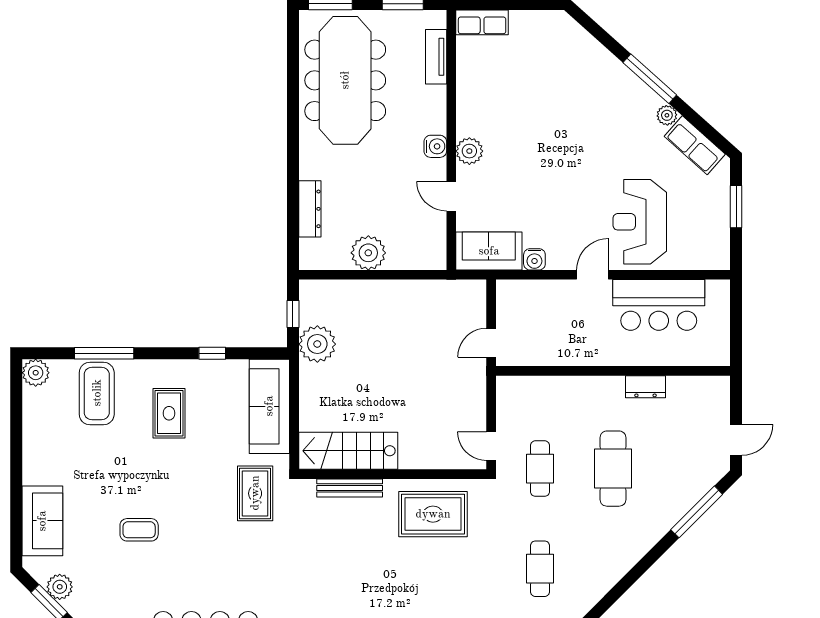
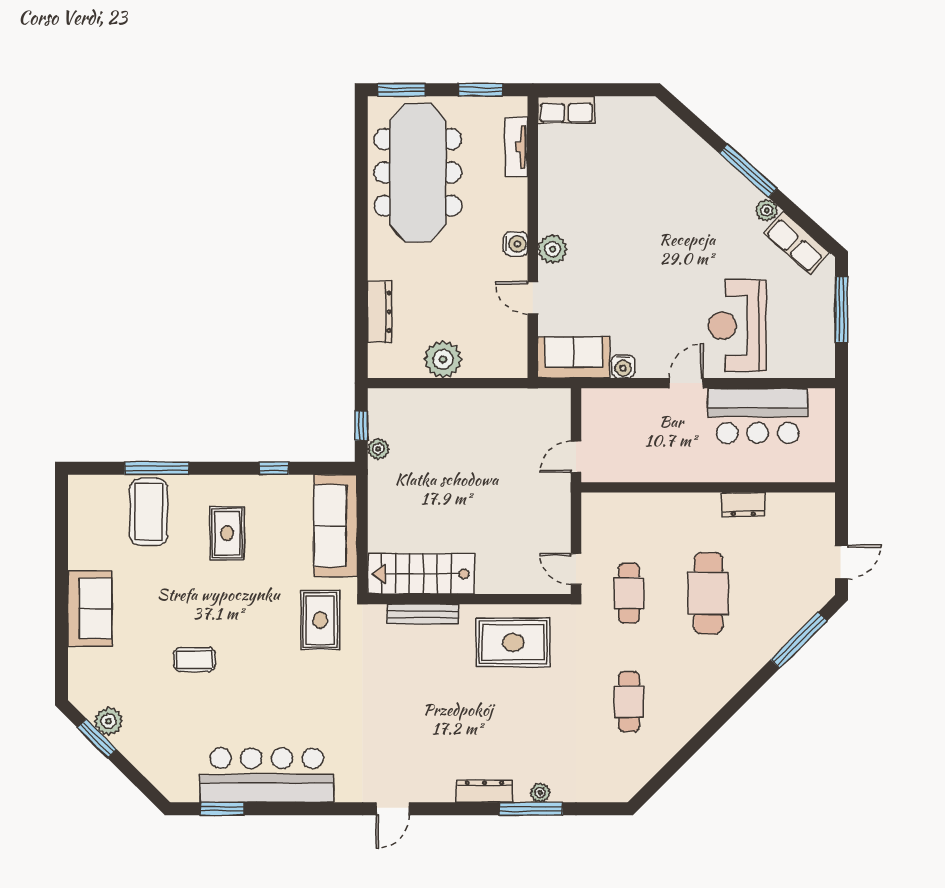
window: (736, 207) -> (842, 309), width x1.44
plant: (317, 344) -> (378, 449), width x0.53, depth x0.53
plant: (36, 373) -> (82, 489), removed
sofa: (42, 521) -> (90, 608), moved

